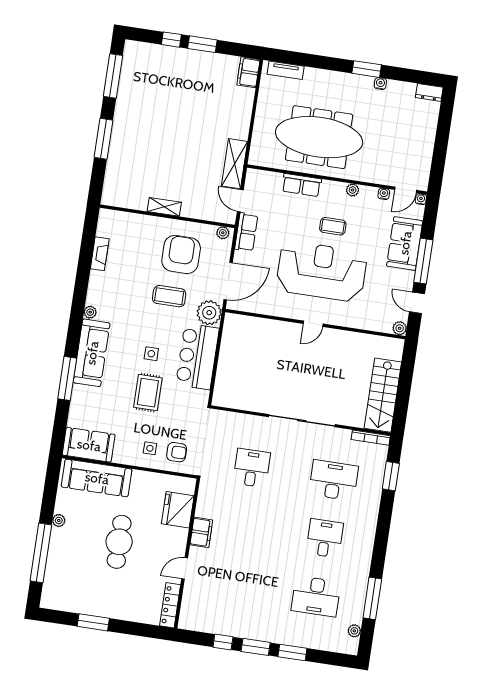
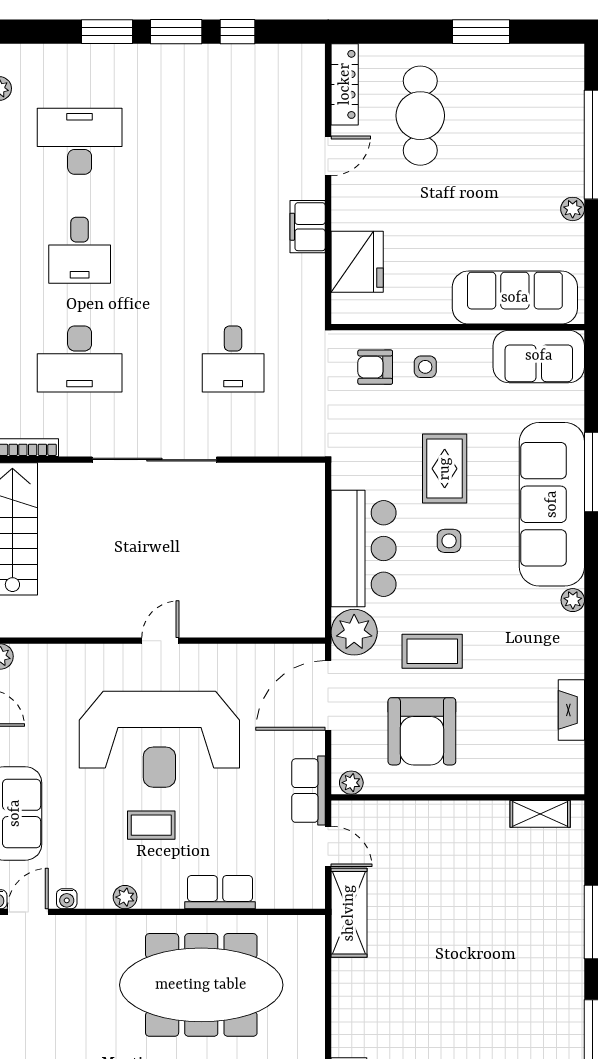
shelving: (164, 207) -> (540, 814), moved
sofa: (92, 353) -> (552, 504), width x1.36, depth x1.27
cafe table: (119, 542) -> (420, 116), moved

